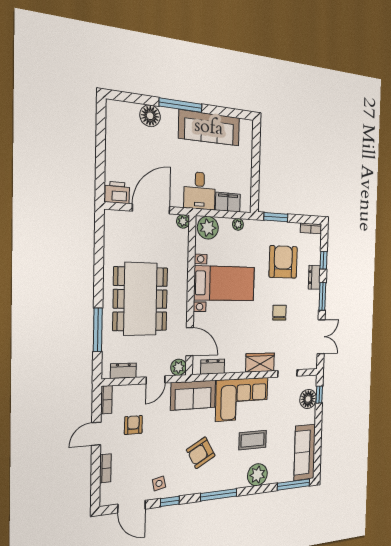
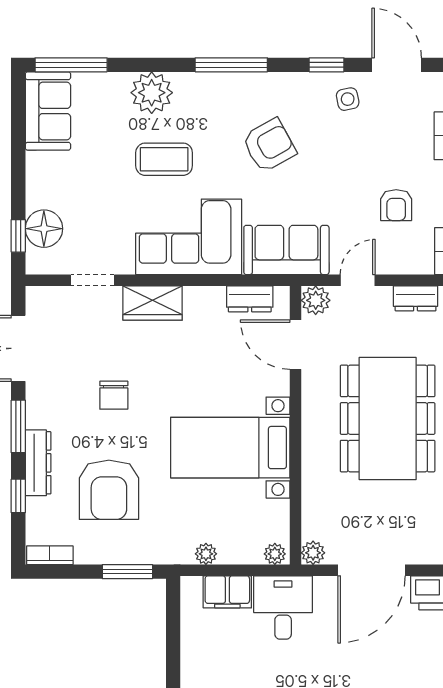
plant: (208, 228) -> (275, 554), width x0.53, depth x0.53
dresser: (314, 277) -> (38, 463), width x1.44
sofa: (305, 452) -> (48, 111), width x0.73

